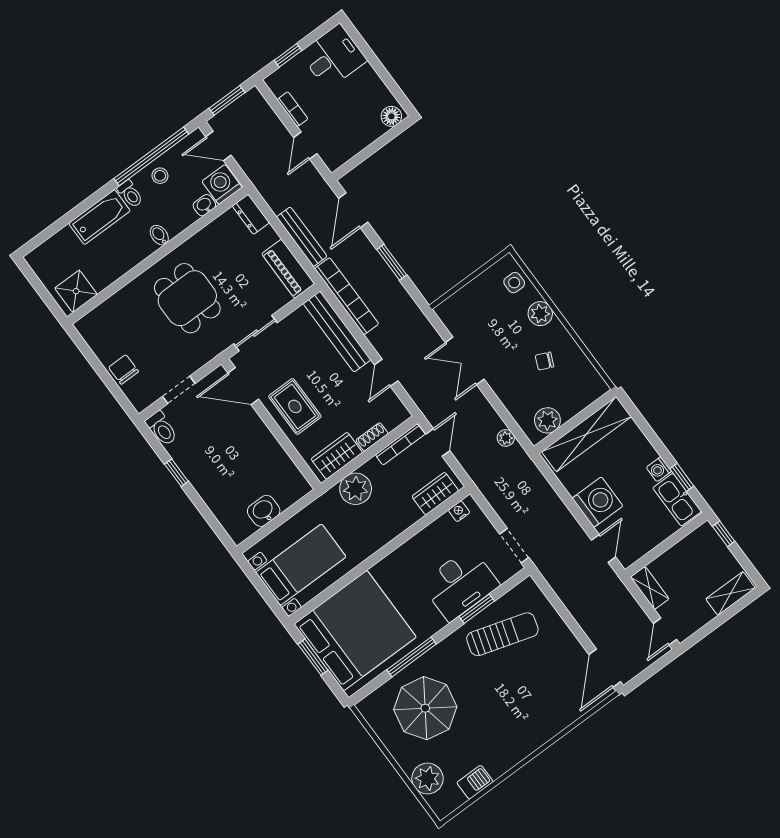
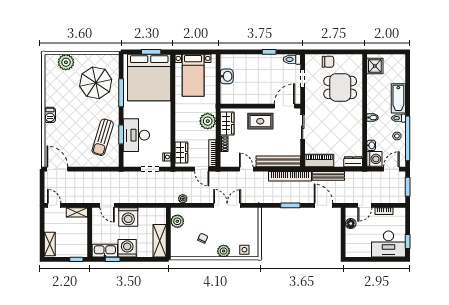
window: (288, 55) -> (408, 242), moved
desk: (333, 57) -> (389, 244), width x1.37
floor lamp: (391, 116) -> (351, 224), moved
door: (305, 146) -> (365, 205), swing flipped
dining table: (187, 298) -> (340, 87), moved
shelving: (586, 434) -> (160, 241), width x0.68
washing machine: (659, 469) -> (127, 248), width x1.89, depth x1.89
doorway: (514, 546) -> (150, 169), moved
barbecue: (475, 782) -> (50, 115), moved

